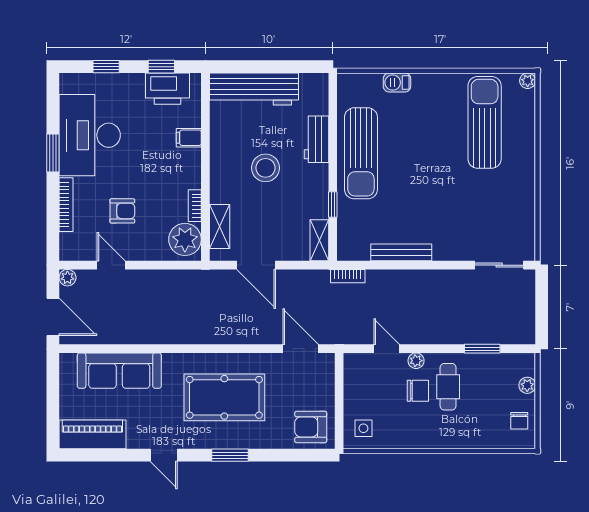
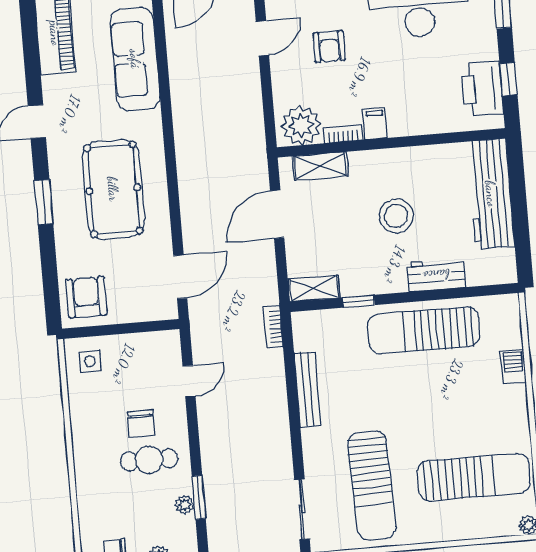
filing cabinet: (189, 138) -> (375, 124), moved
sun lounger: (485, 206) -> (372, 486), added
plant: (416, 361) -> (185, 505), moved

